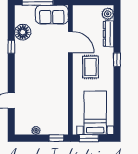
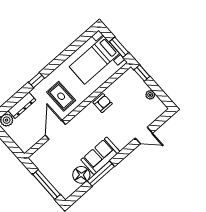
sofa: (52, 15) -> (100, 156), moved, turned -90
window: (11, 47) -> (101, 174), width x2.17
rug: (90, 67) -> (61, 96), turned 90
armchair: (60, 92) -> (103, 103), added

